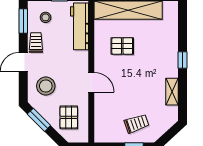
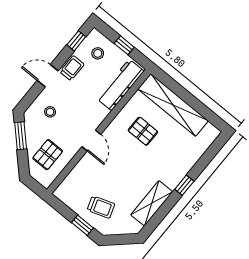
window: (23, 21) -> (76, 41), width x0.67
stool: (46, 86) -> (50, 112), width x0.53, depth x0.53
shelving: (172, 92) -> (152, 203), width x1.50, depth x1.33

